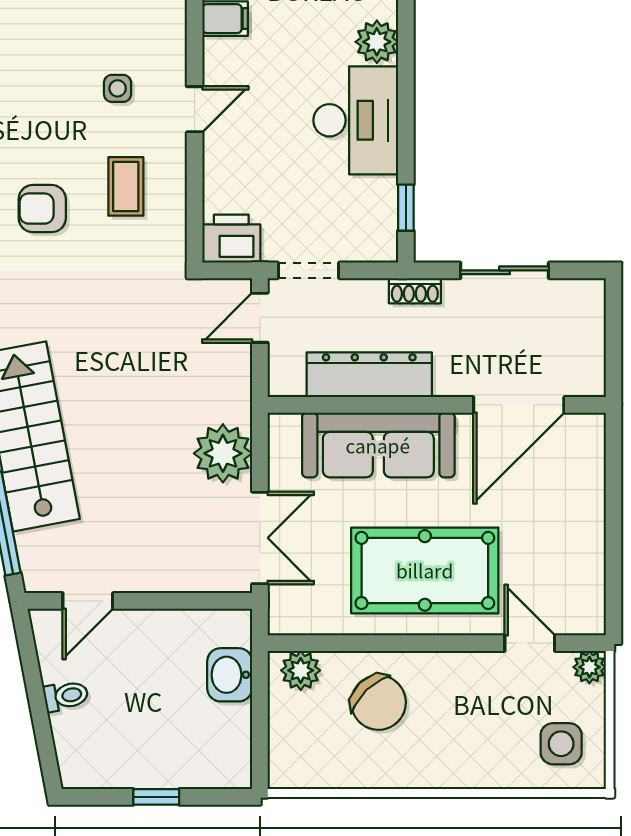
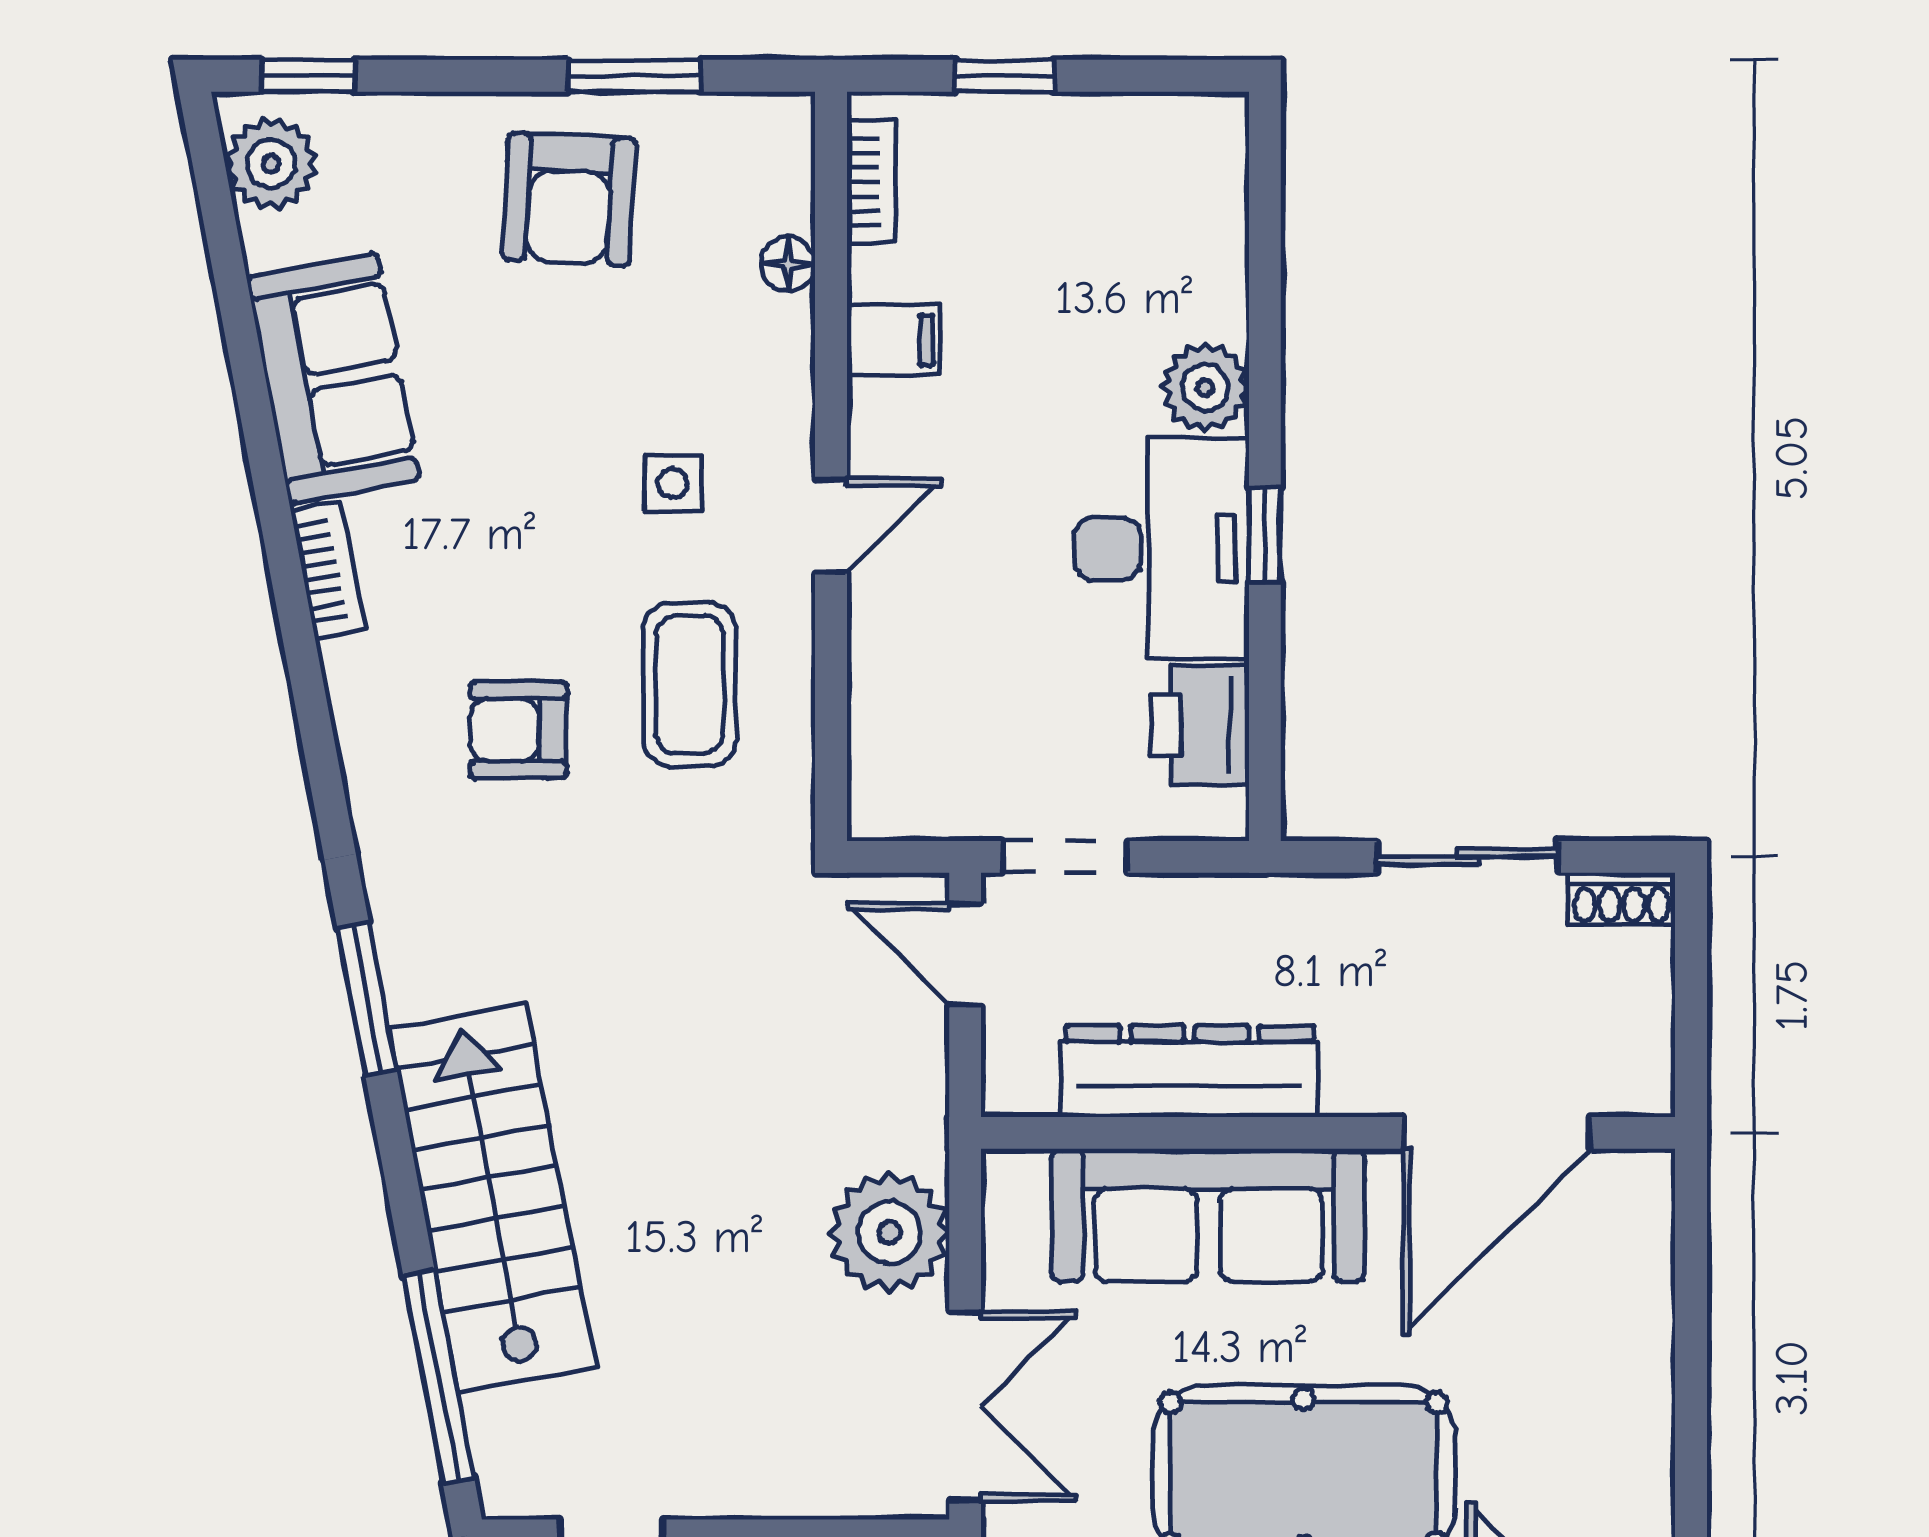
coffee table: (126, 186) -> (690, 685), width x1.36, depth x1.30
window: (406, 208) -> (1265, 535), moved
printer: (231, 239) -> (1200, 726), moved, turned -90
shoe rack: (415, 291) -> (1622, 899), moved
door: (260, 318) -> (965, 954), hinge flipped

